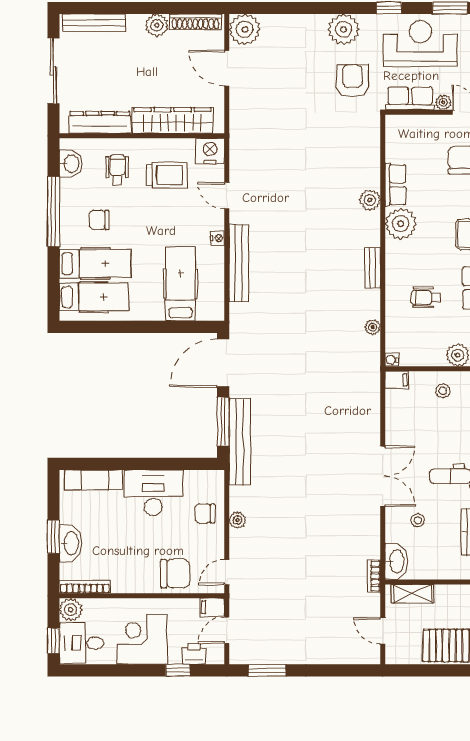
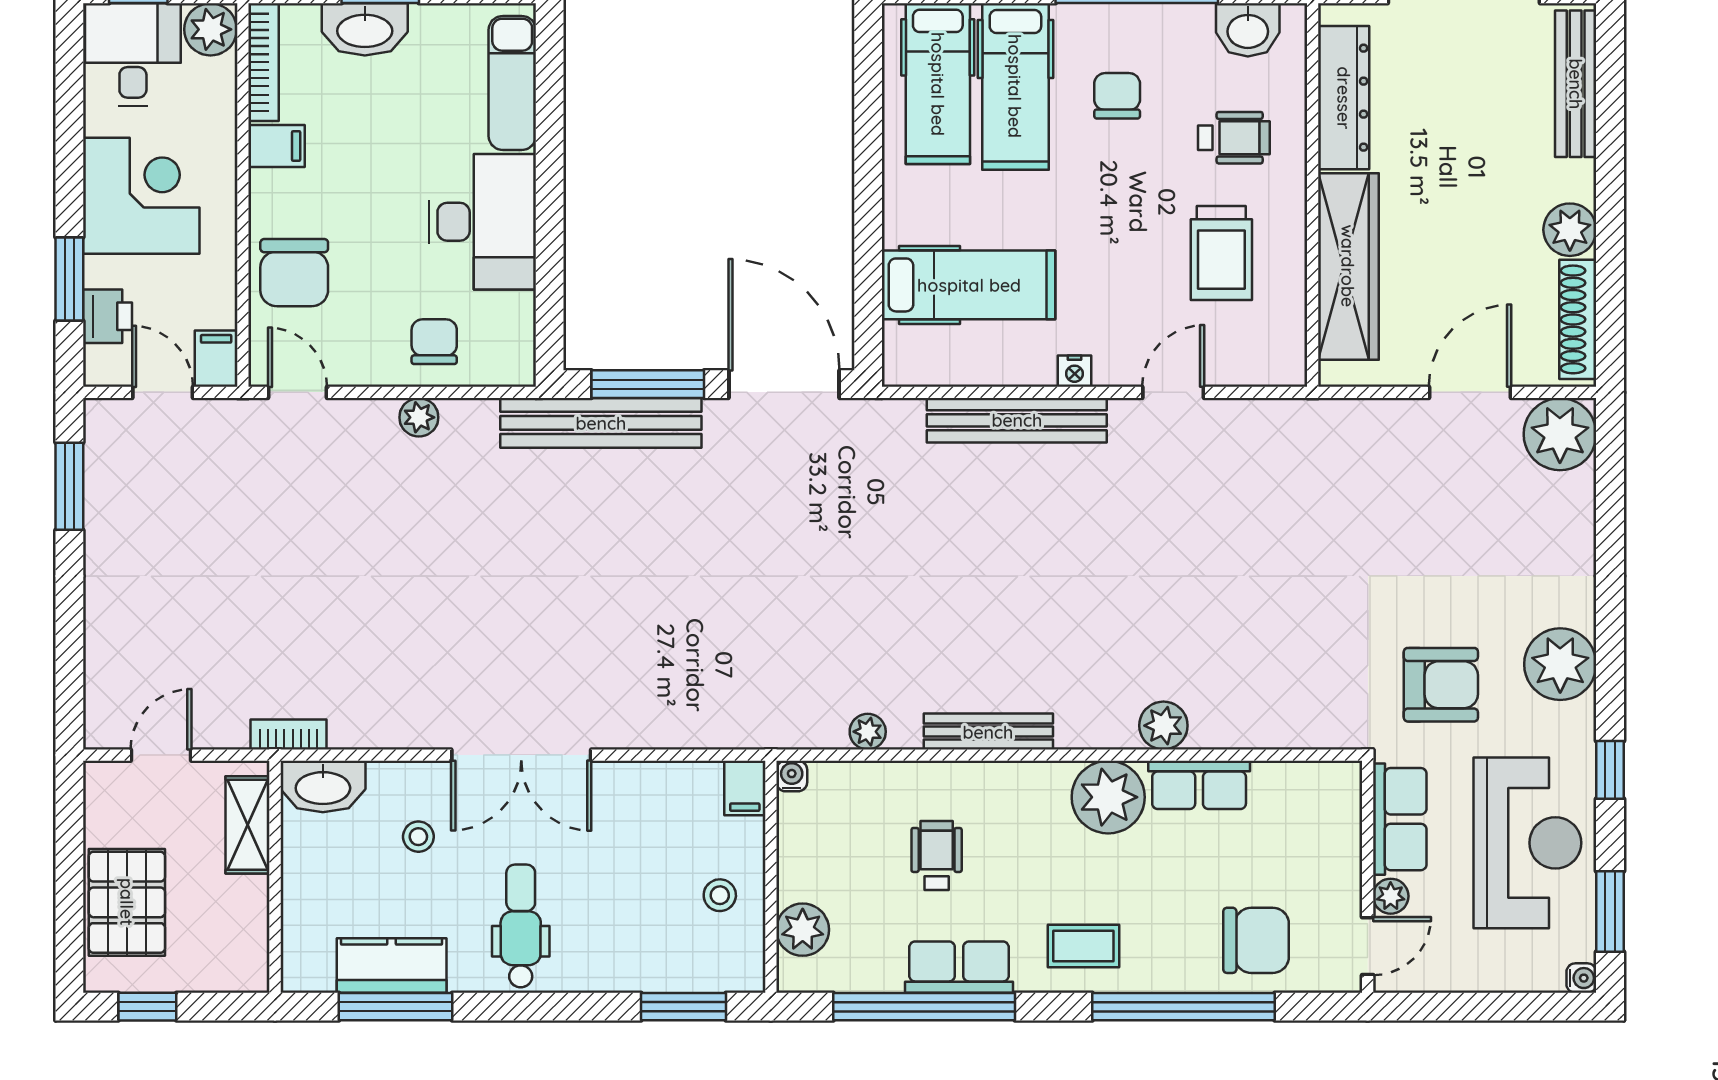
nightstand: (210, 151) -> (1277, 354), removed
bench: (372, 268) -> (988, 732), width x1.36
filing cabinet: (121, 581) -> (276, 146), added
window: (178, 670) -> (69, 279), width x1.50

